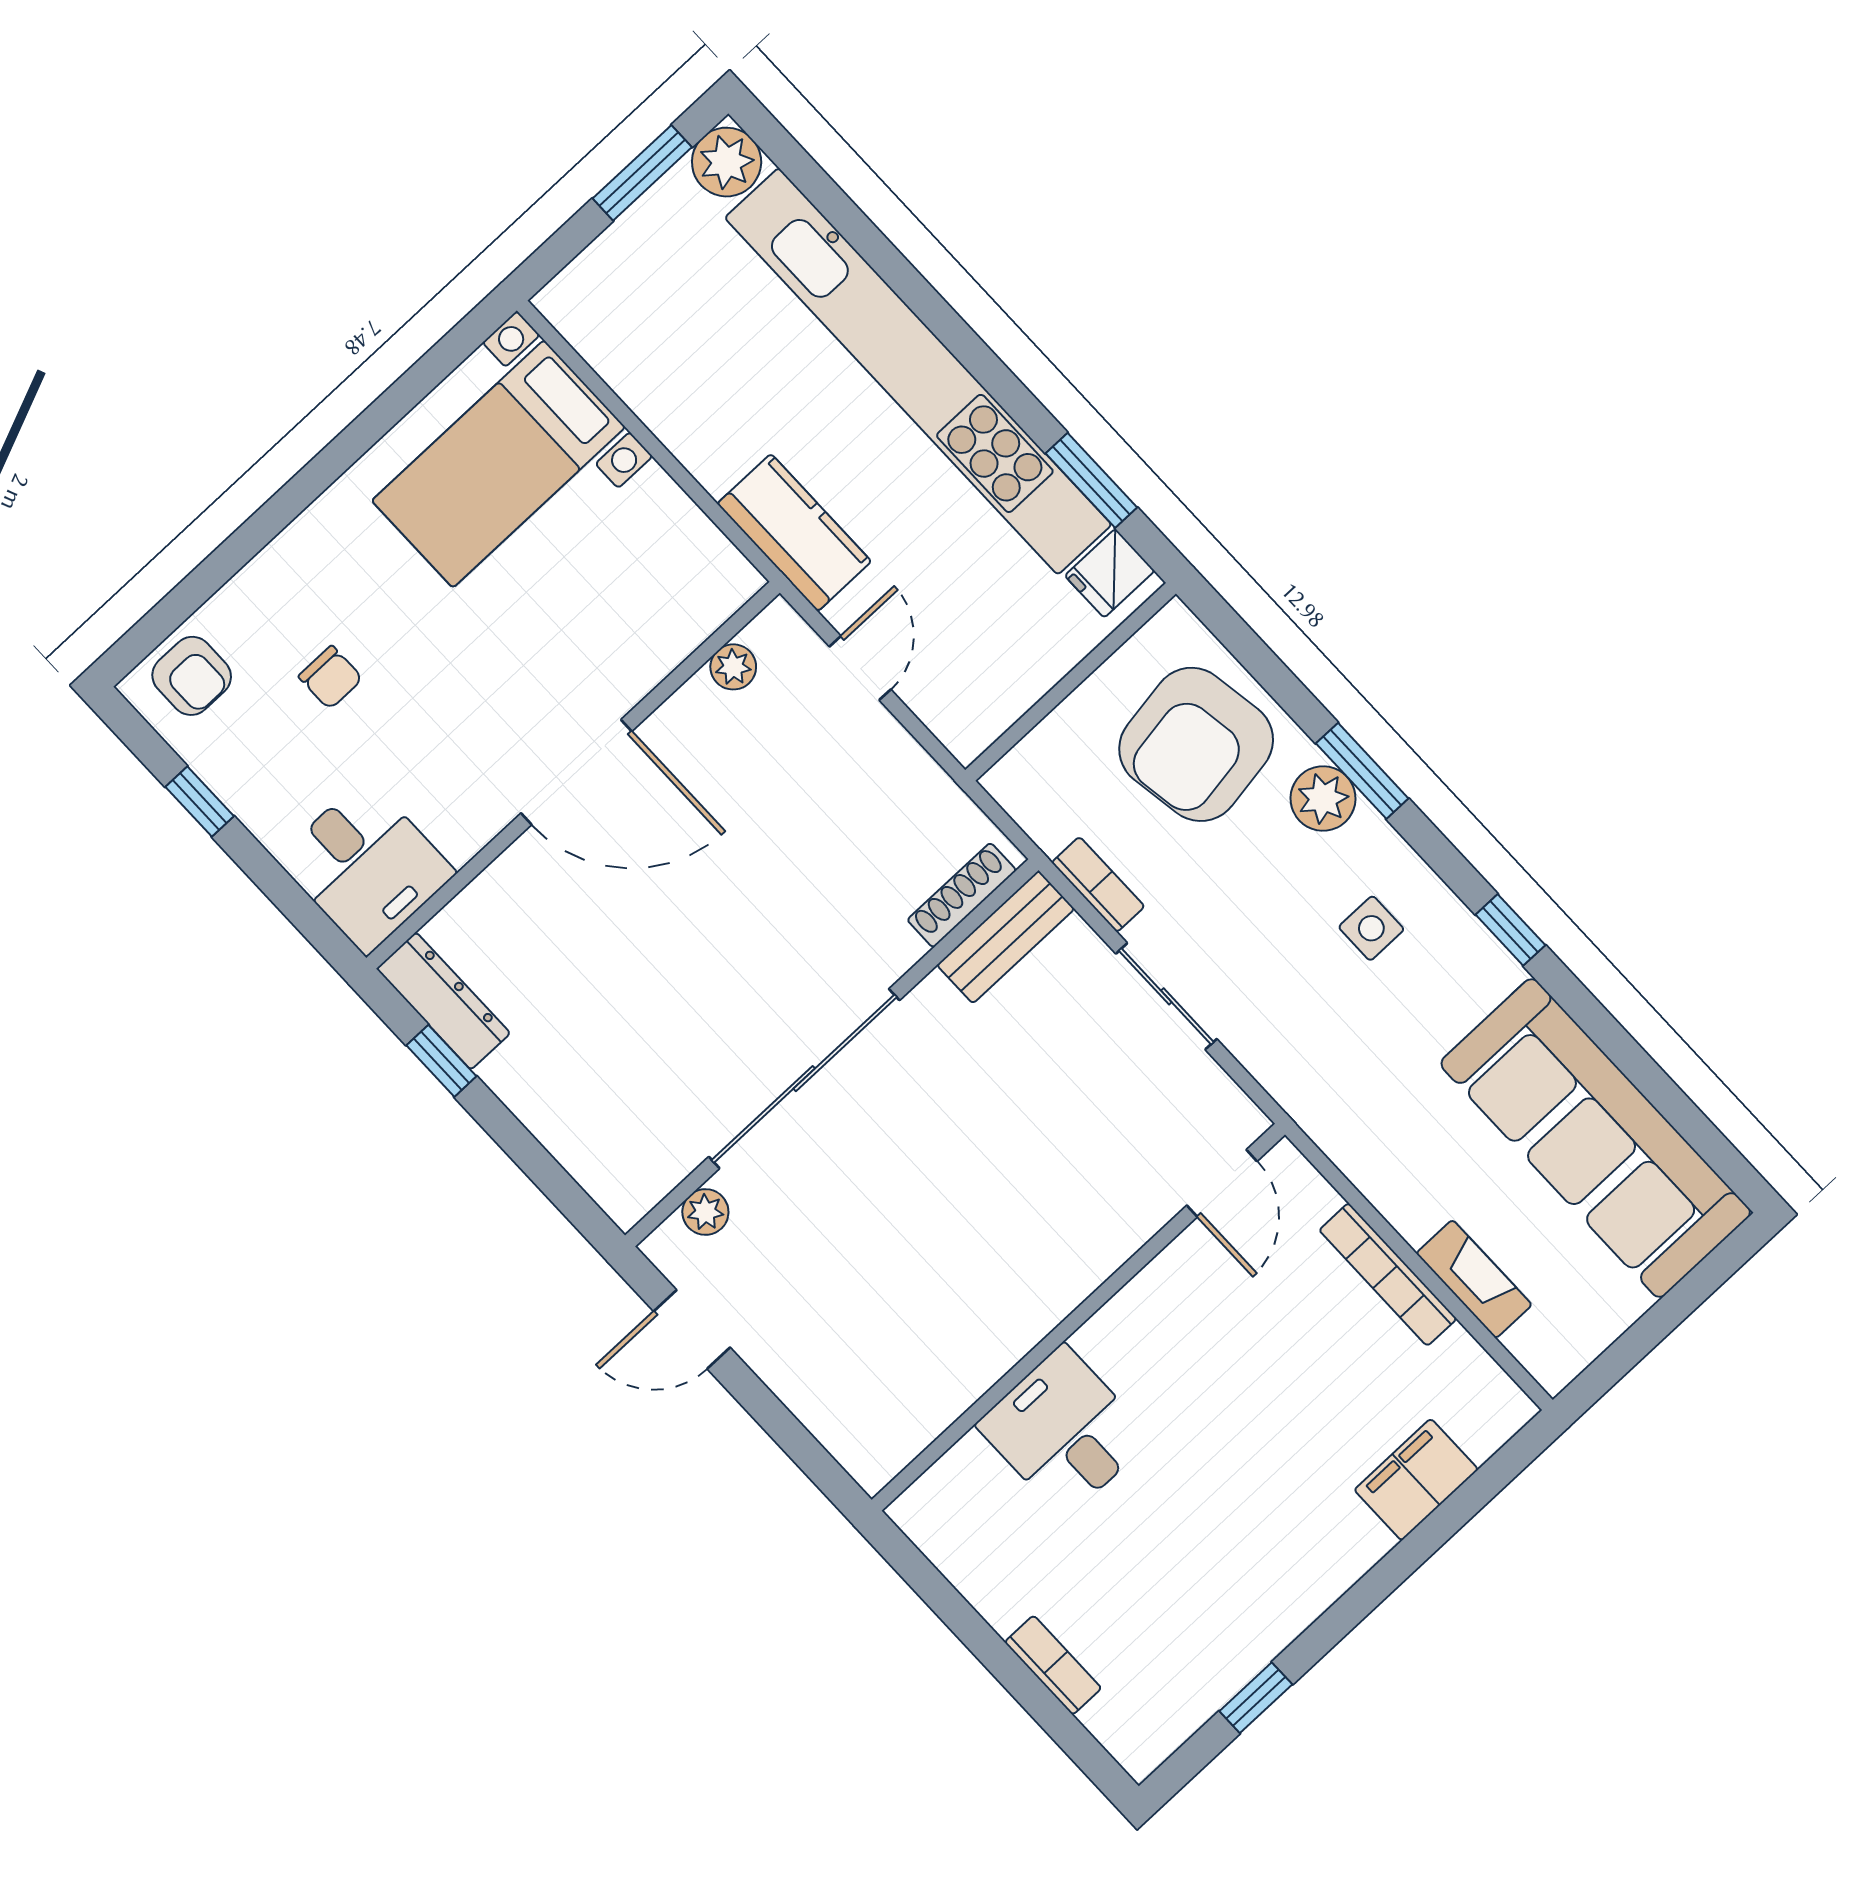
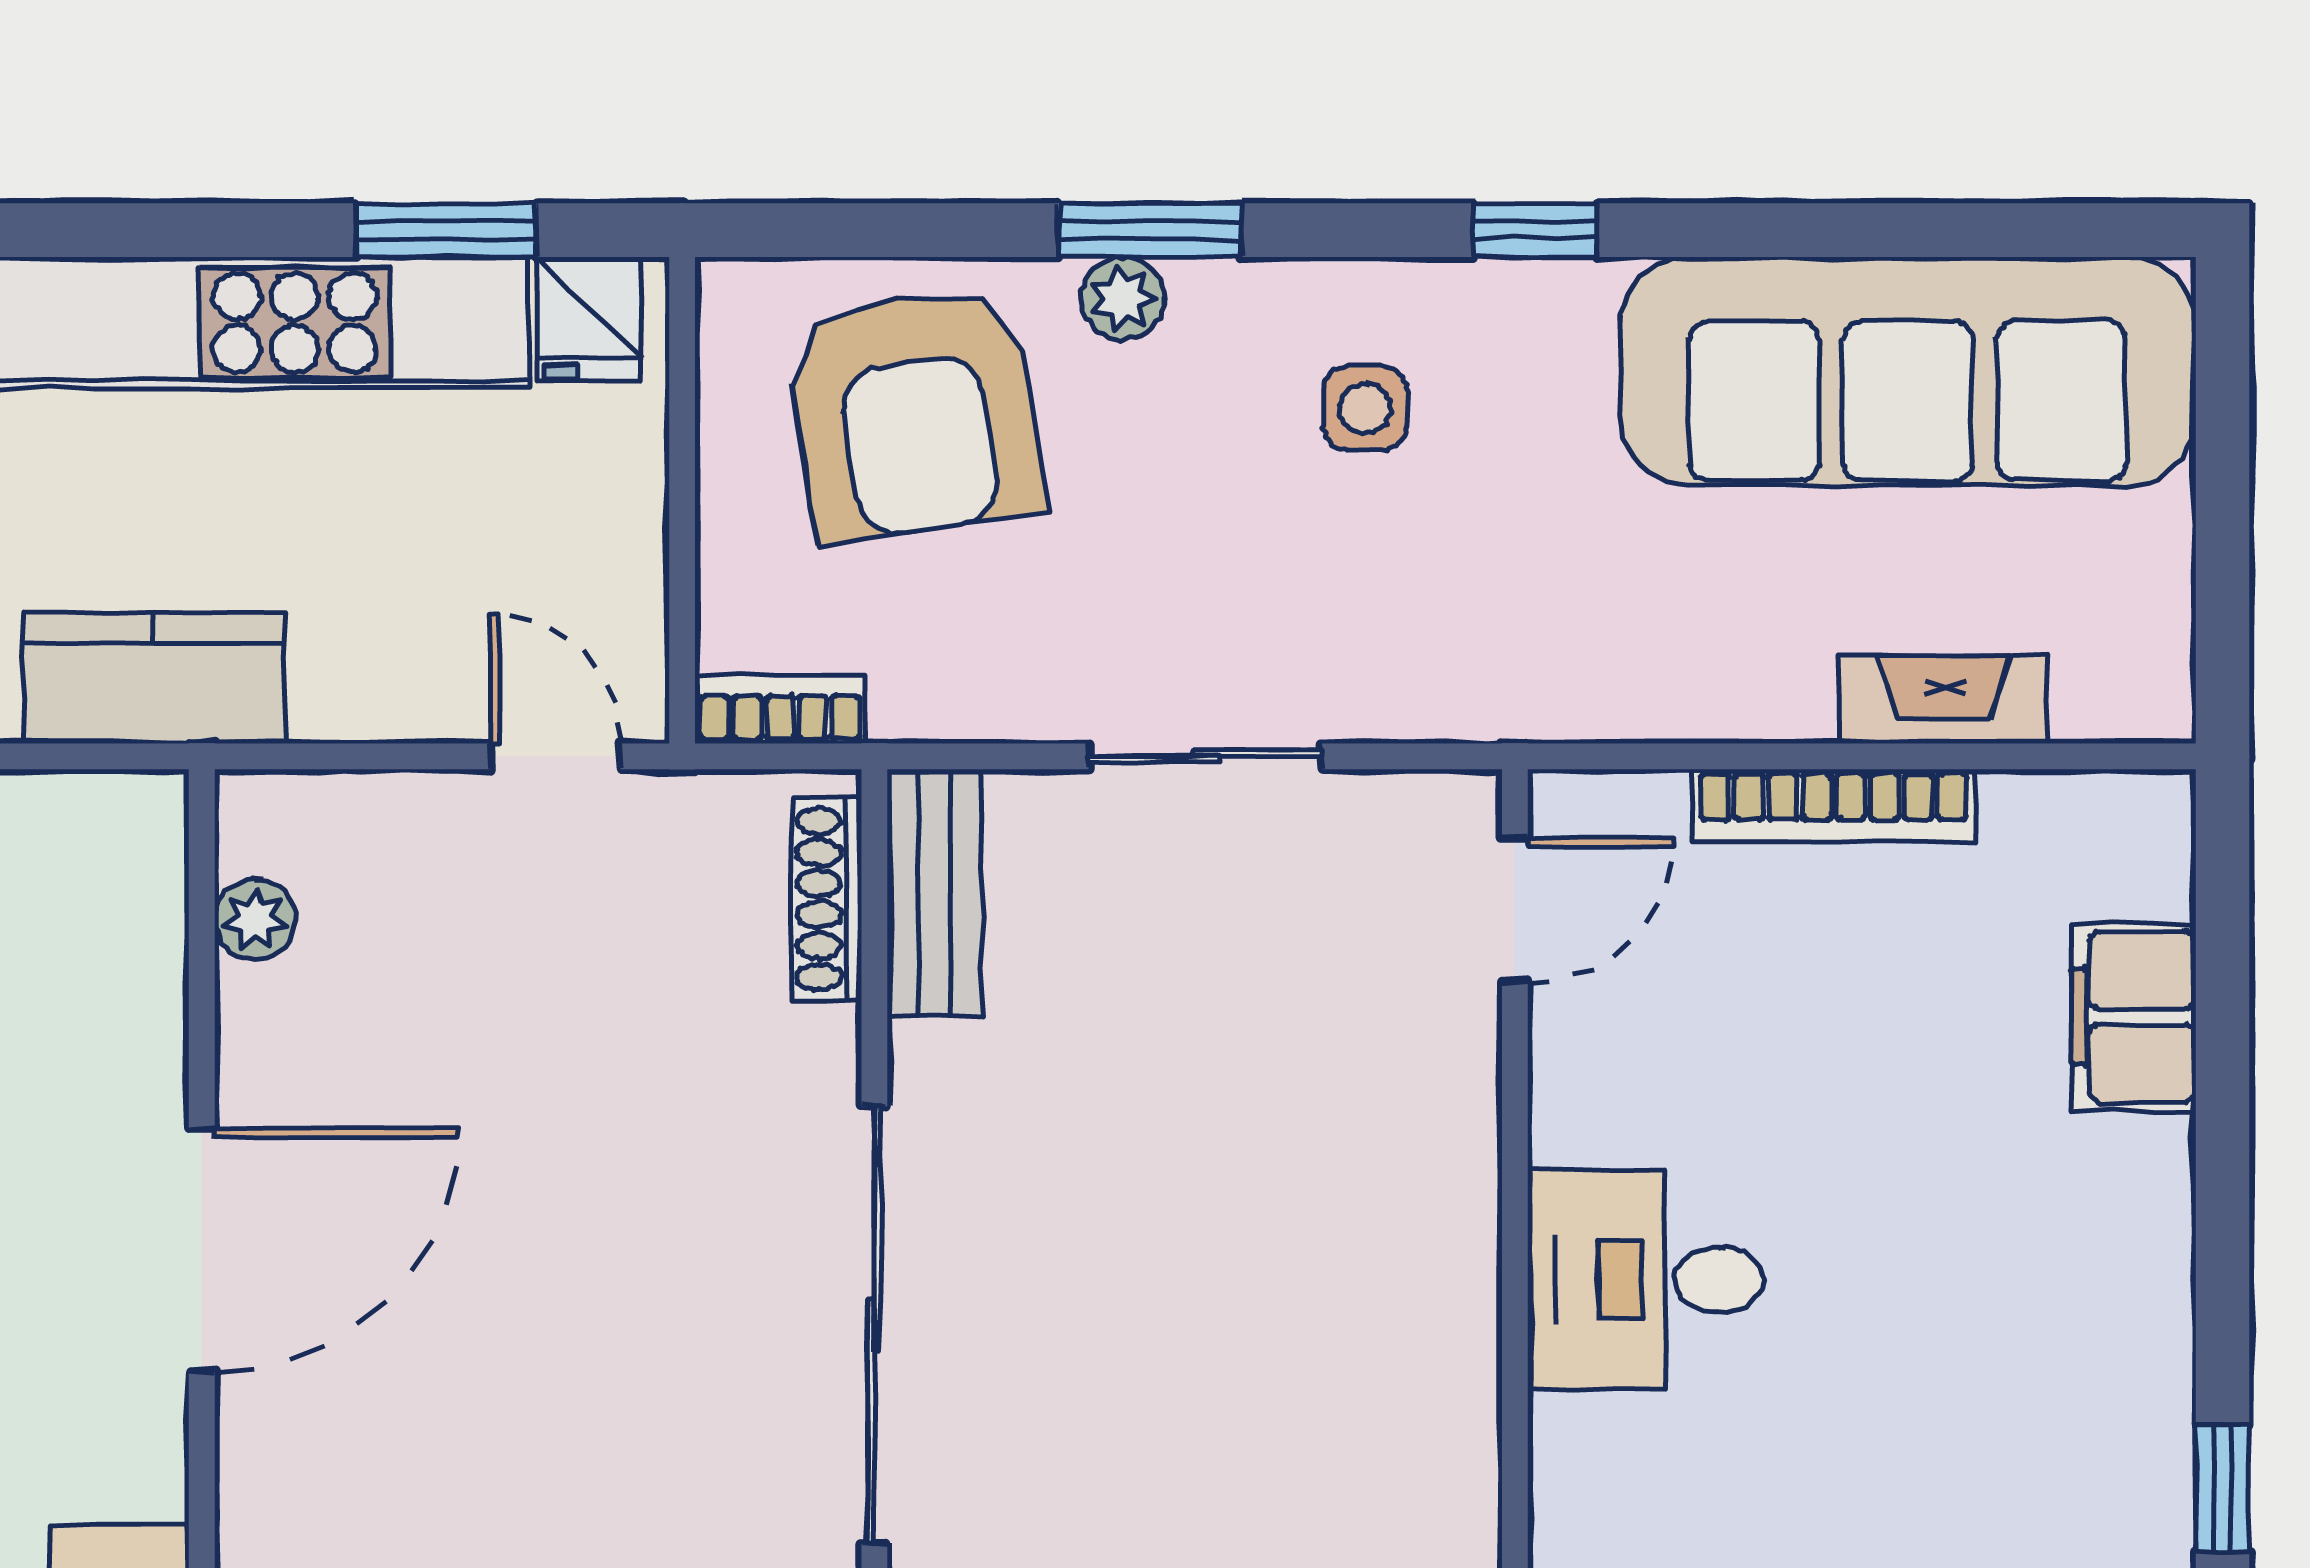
door: (860, 668) -> (555, 756), moved
plant: (1323, 798) -> (1123, 299), width x0.73, depth x0.73
bookcase: (1098, 884) -> (780, 710), moved
door: (1222, 1183) -> (1515, 910), hinge flipped
desk: (1064, 1431) -> (1646, 1280), moved

